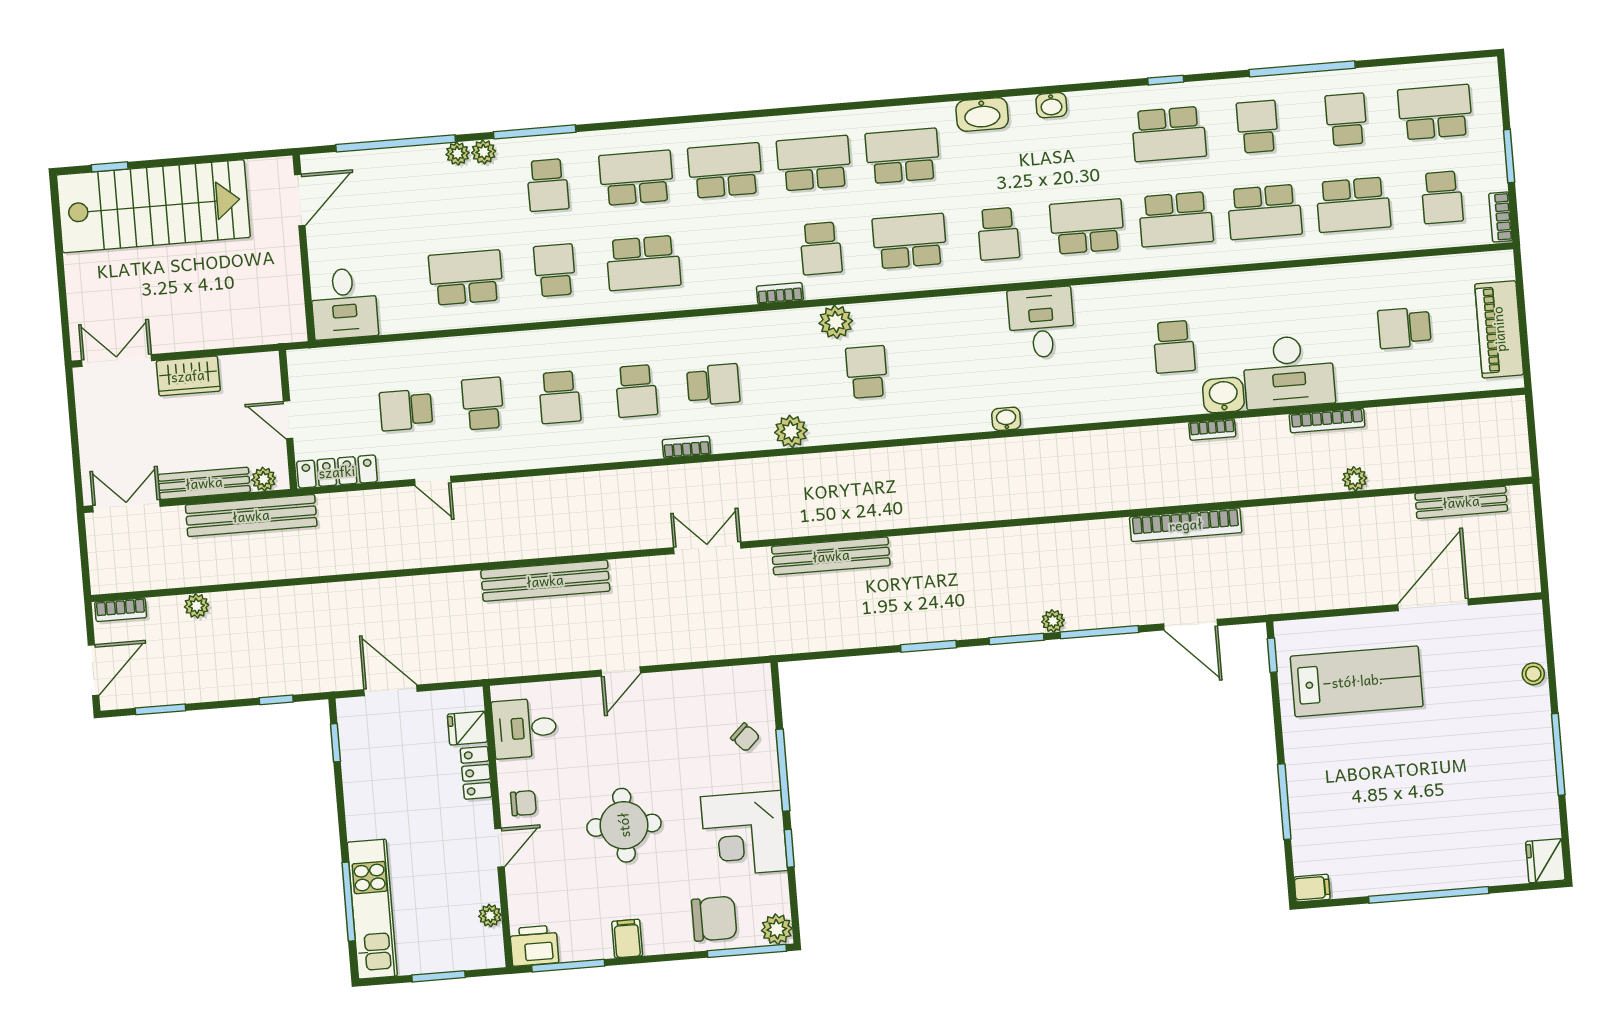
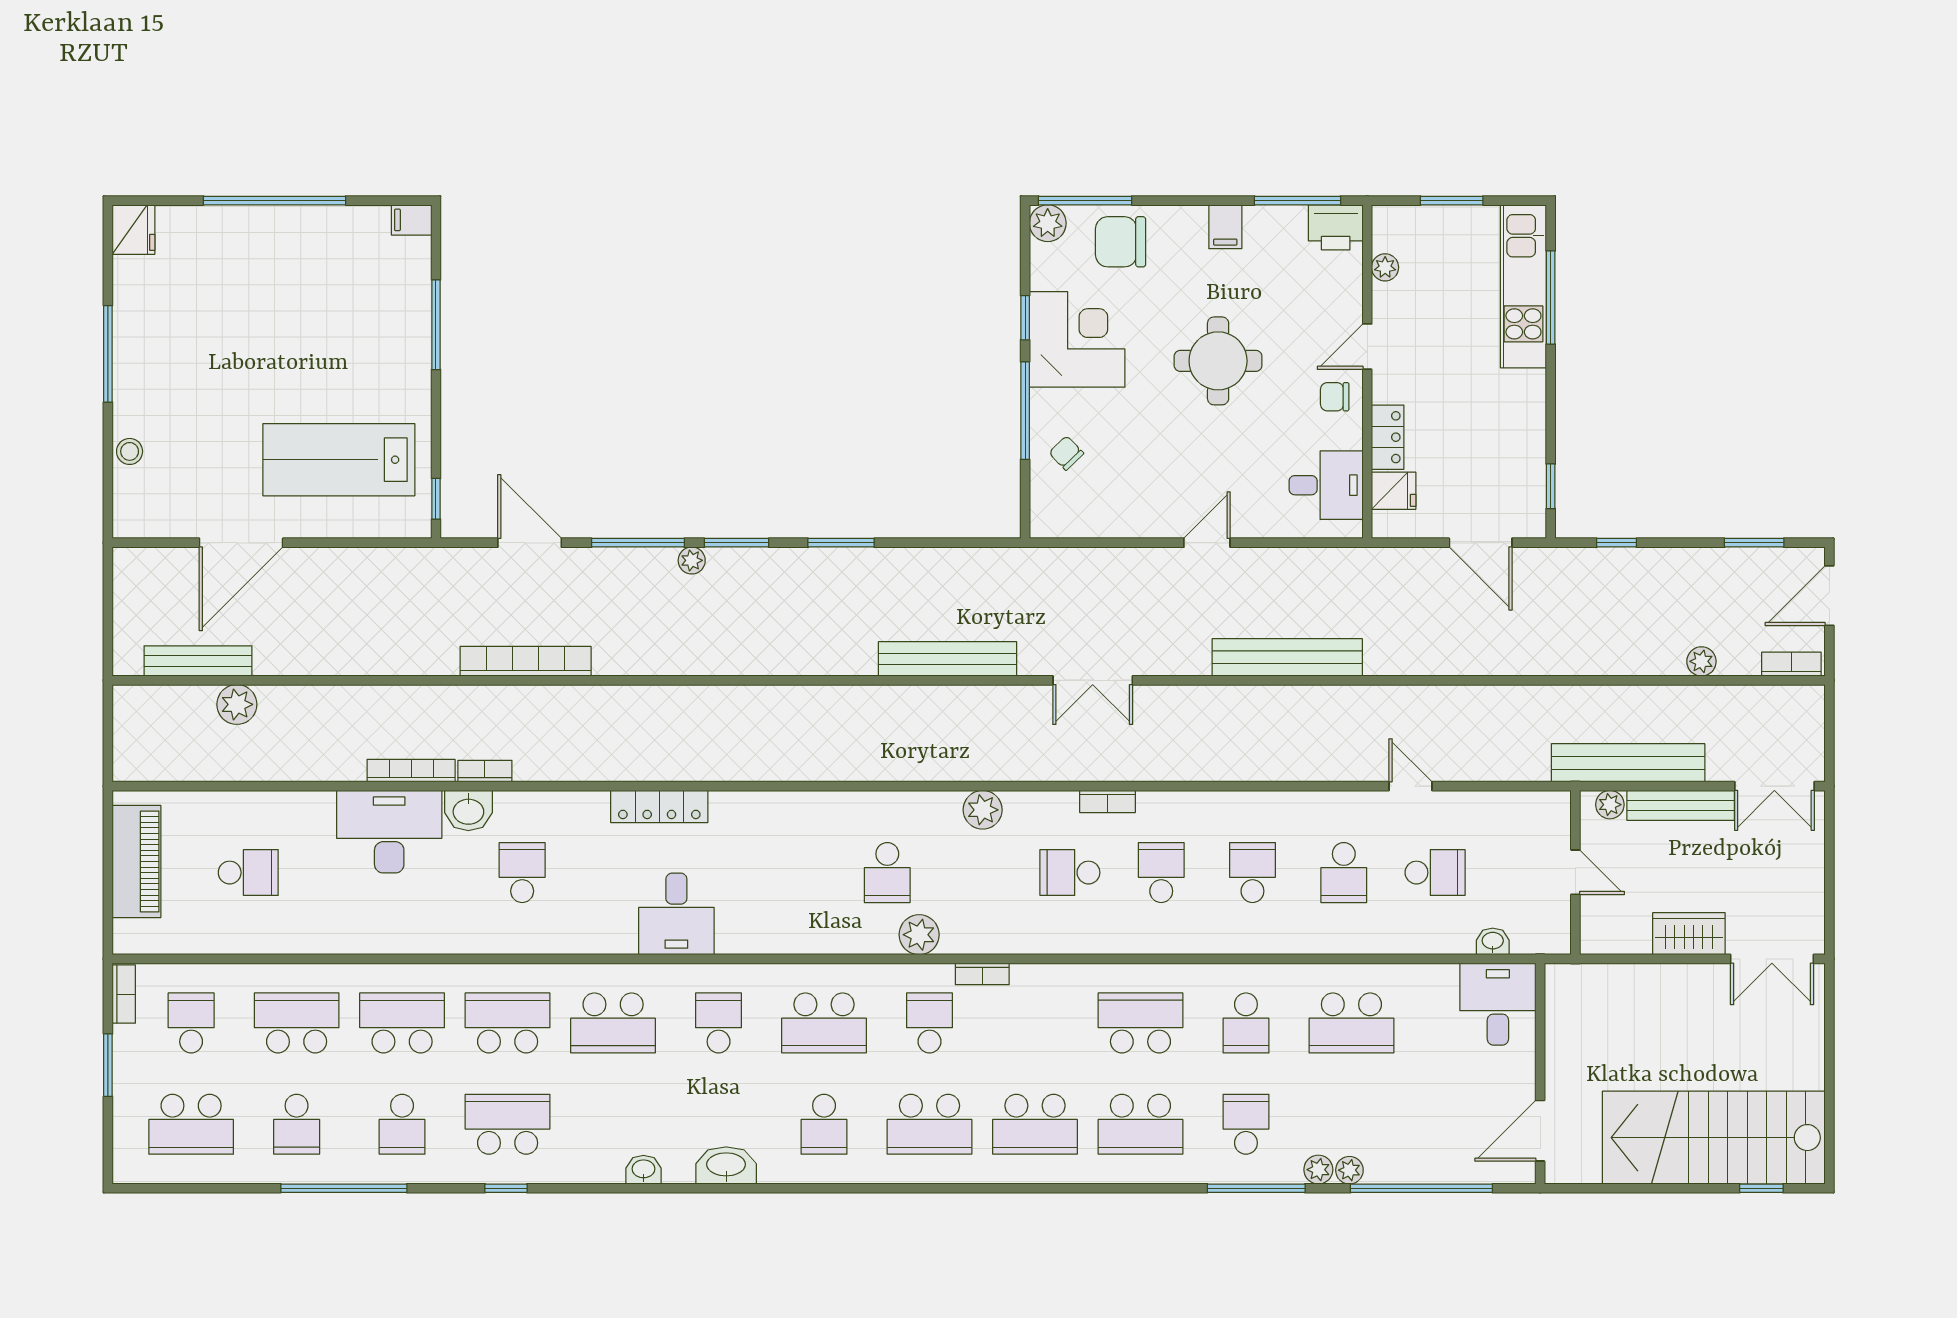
school desk: (903, 156) -> (824, 1124), width x0.54
washbasin: (1006, 419) -> (1493, 941), moved, turned 180
bookcase: (1327, 420) -> (411, 771), moved
locker: (337, 472) -> (659, 806), moved
plant: (1355, 479) -> (237, 704), moved, width x1.38, depth x1.38

